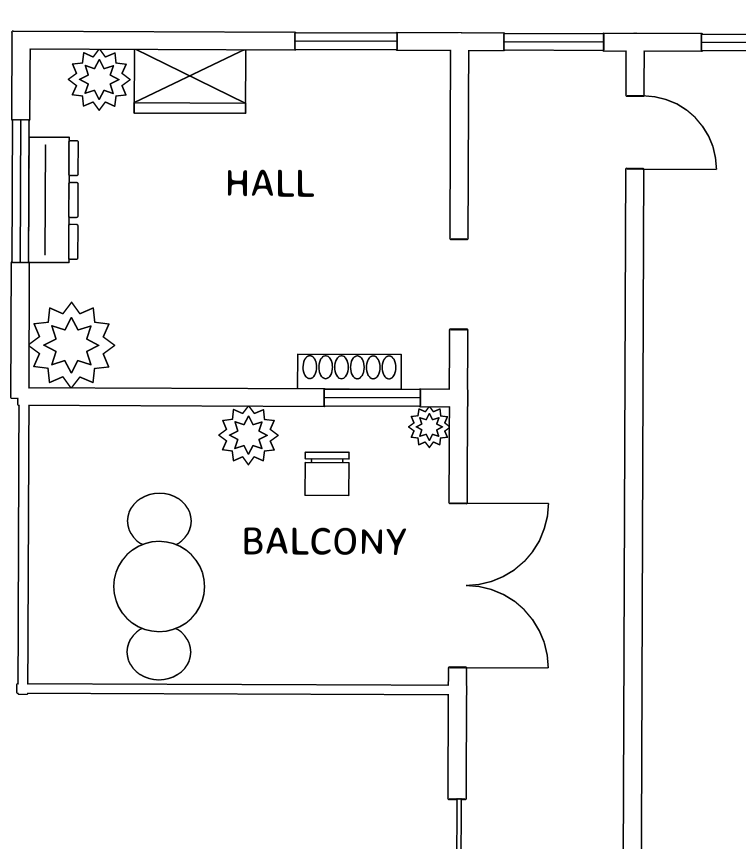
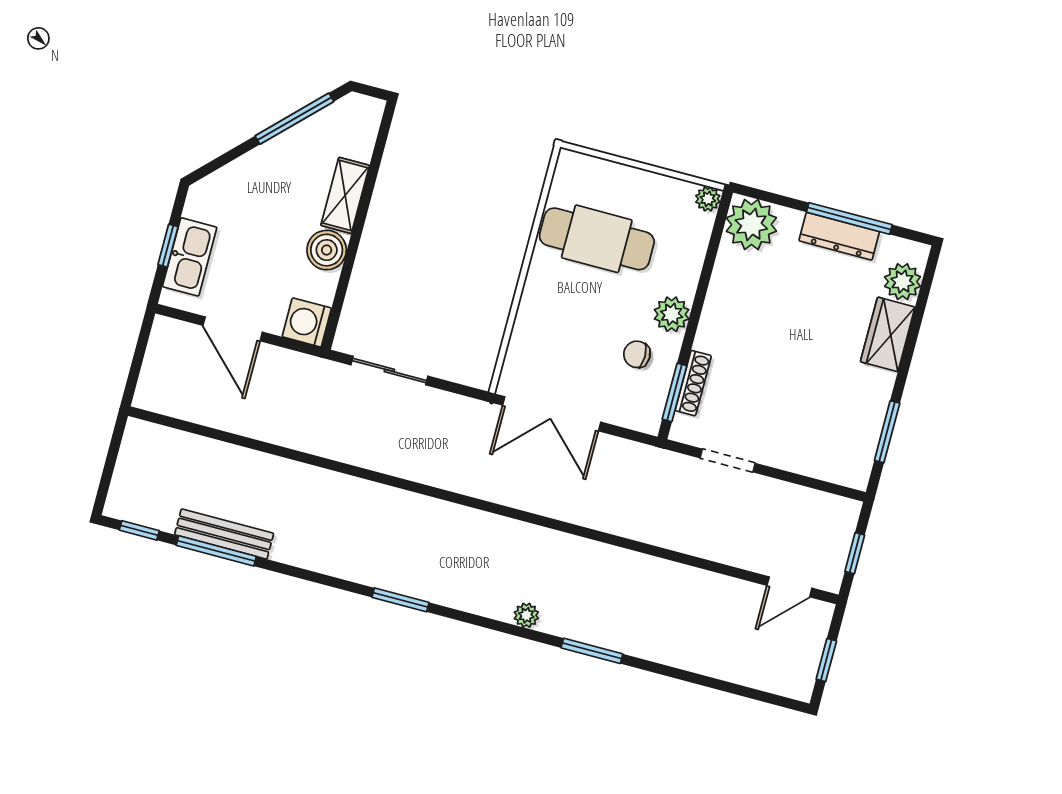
window: (554, 42) -> (855, 553), width x0.67
plant: (429, 427) -> (708, 199), moved

